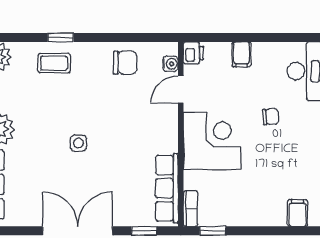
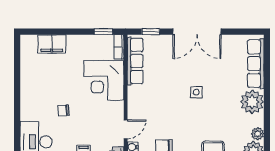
corner desk: (212, 141) -> (104, 80), moved
filing cabinet: (298, 213) -> (52, 44), width x2.00

